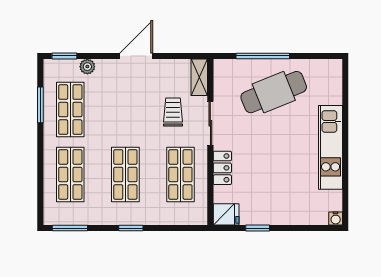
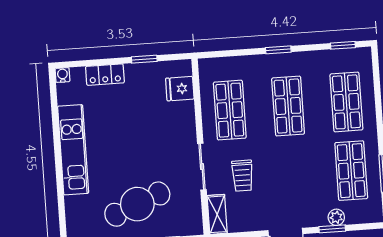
window: (64, 56) -> (332, 229), moved
locker: (222, 168) -> (105, 75), moved, turned -90
fridge: (226, 214) -> (180, 89), moved
window: (70, 228) -> (343, 45), width x0.67

